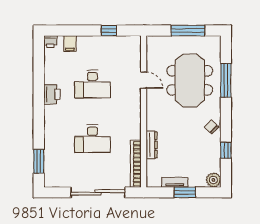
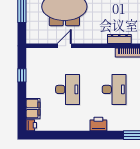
filing cabinet: (70, 44) -> (33, 109), width x2.00
printer: (52, 94) -> (98, 124), moved

